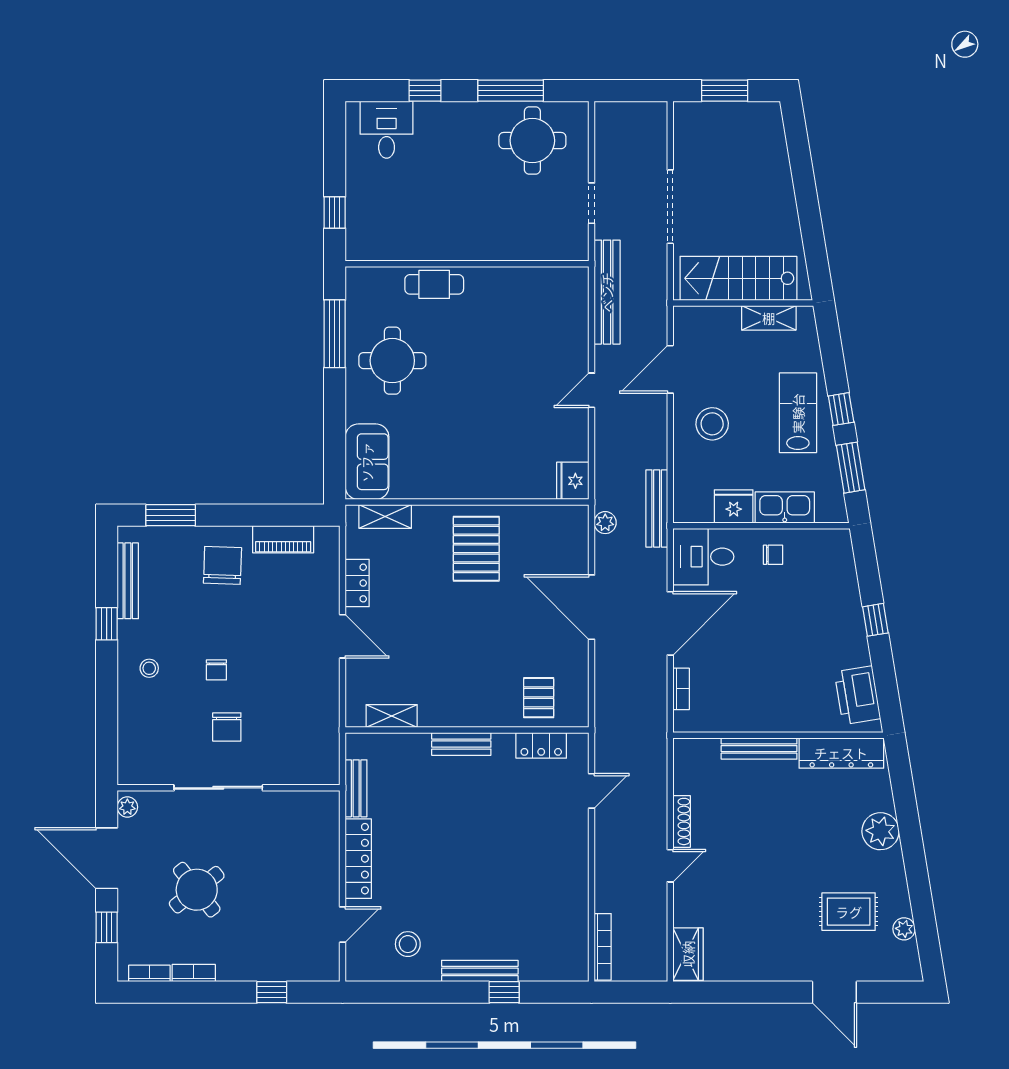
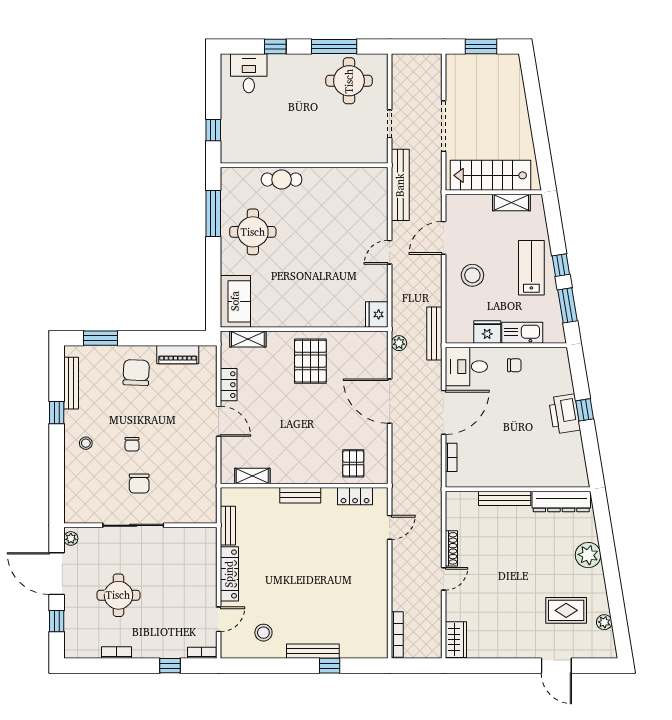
printer: (858, 695) -> (564, 414), moved
round table: (197, 890) -> (118, 595), turned 38
bookcase: (149, 973) -> (202, 653), moved

